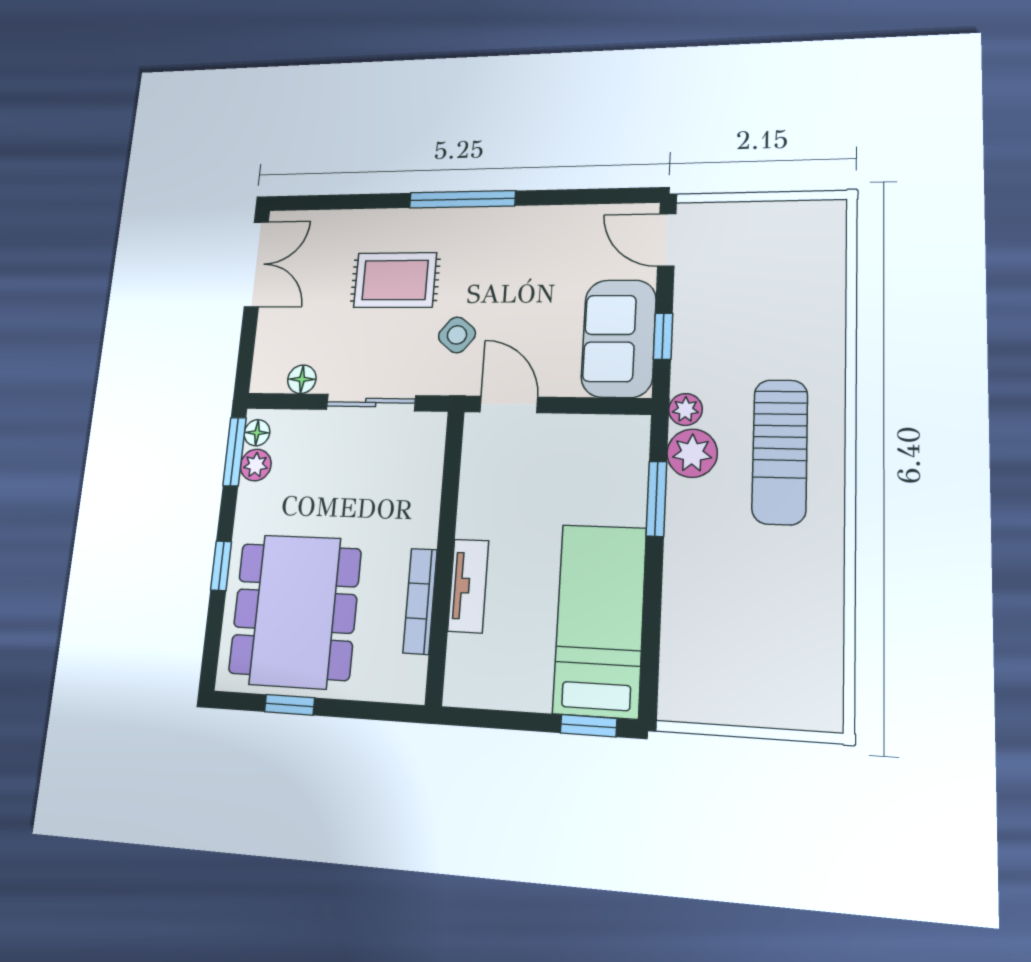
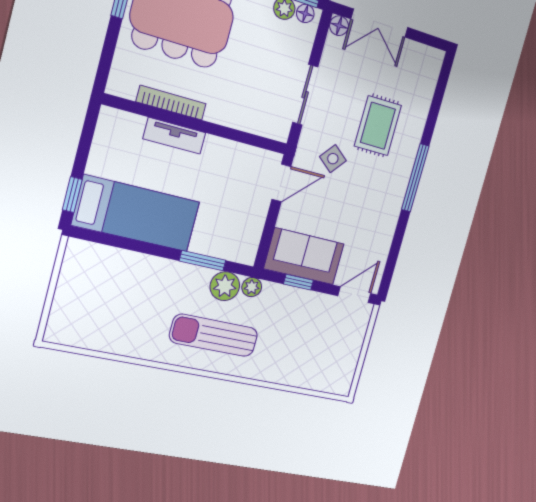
double door: (256, 264) -> (380, 23), moved
floor lamp: (302, 379) -> (339, 26), moved

